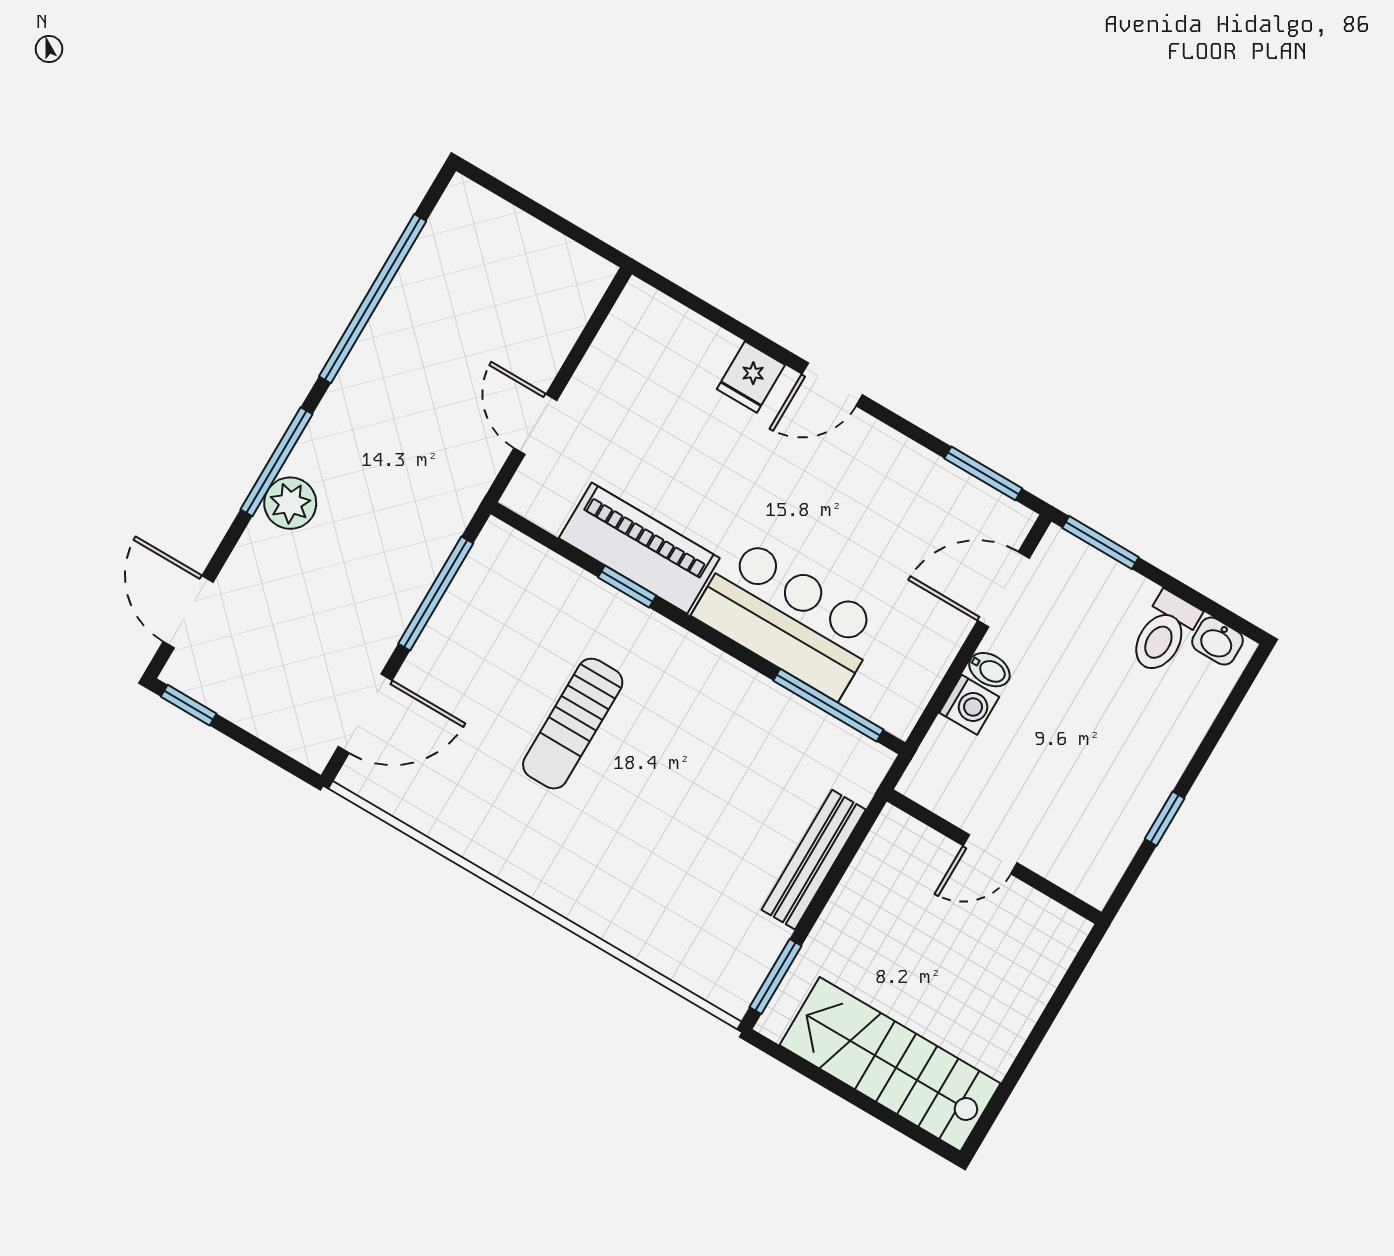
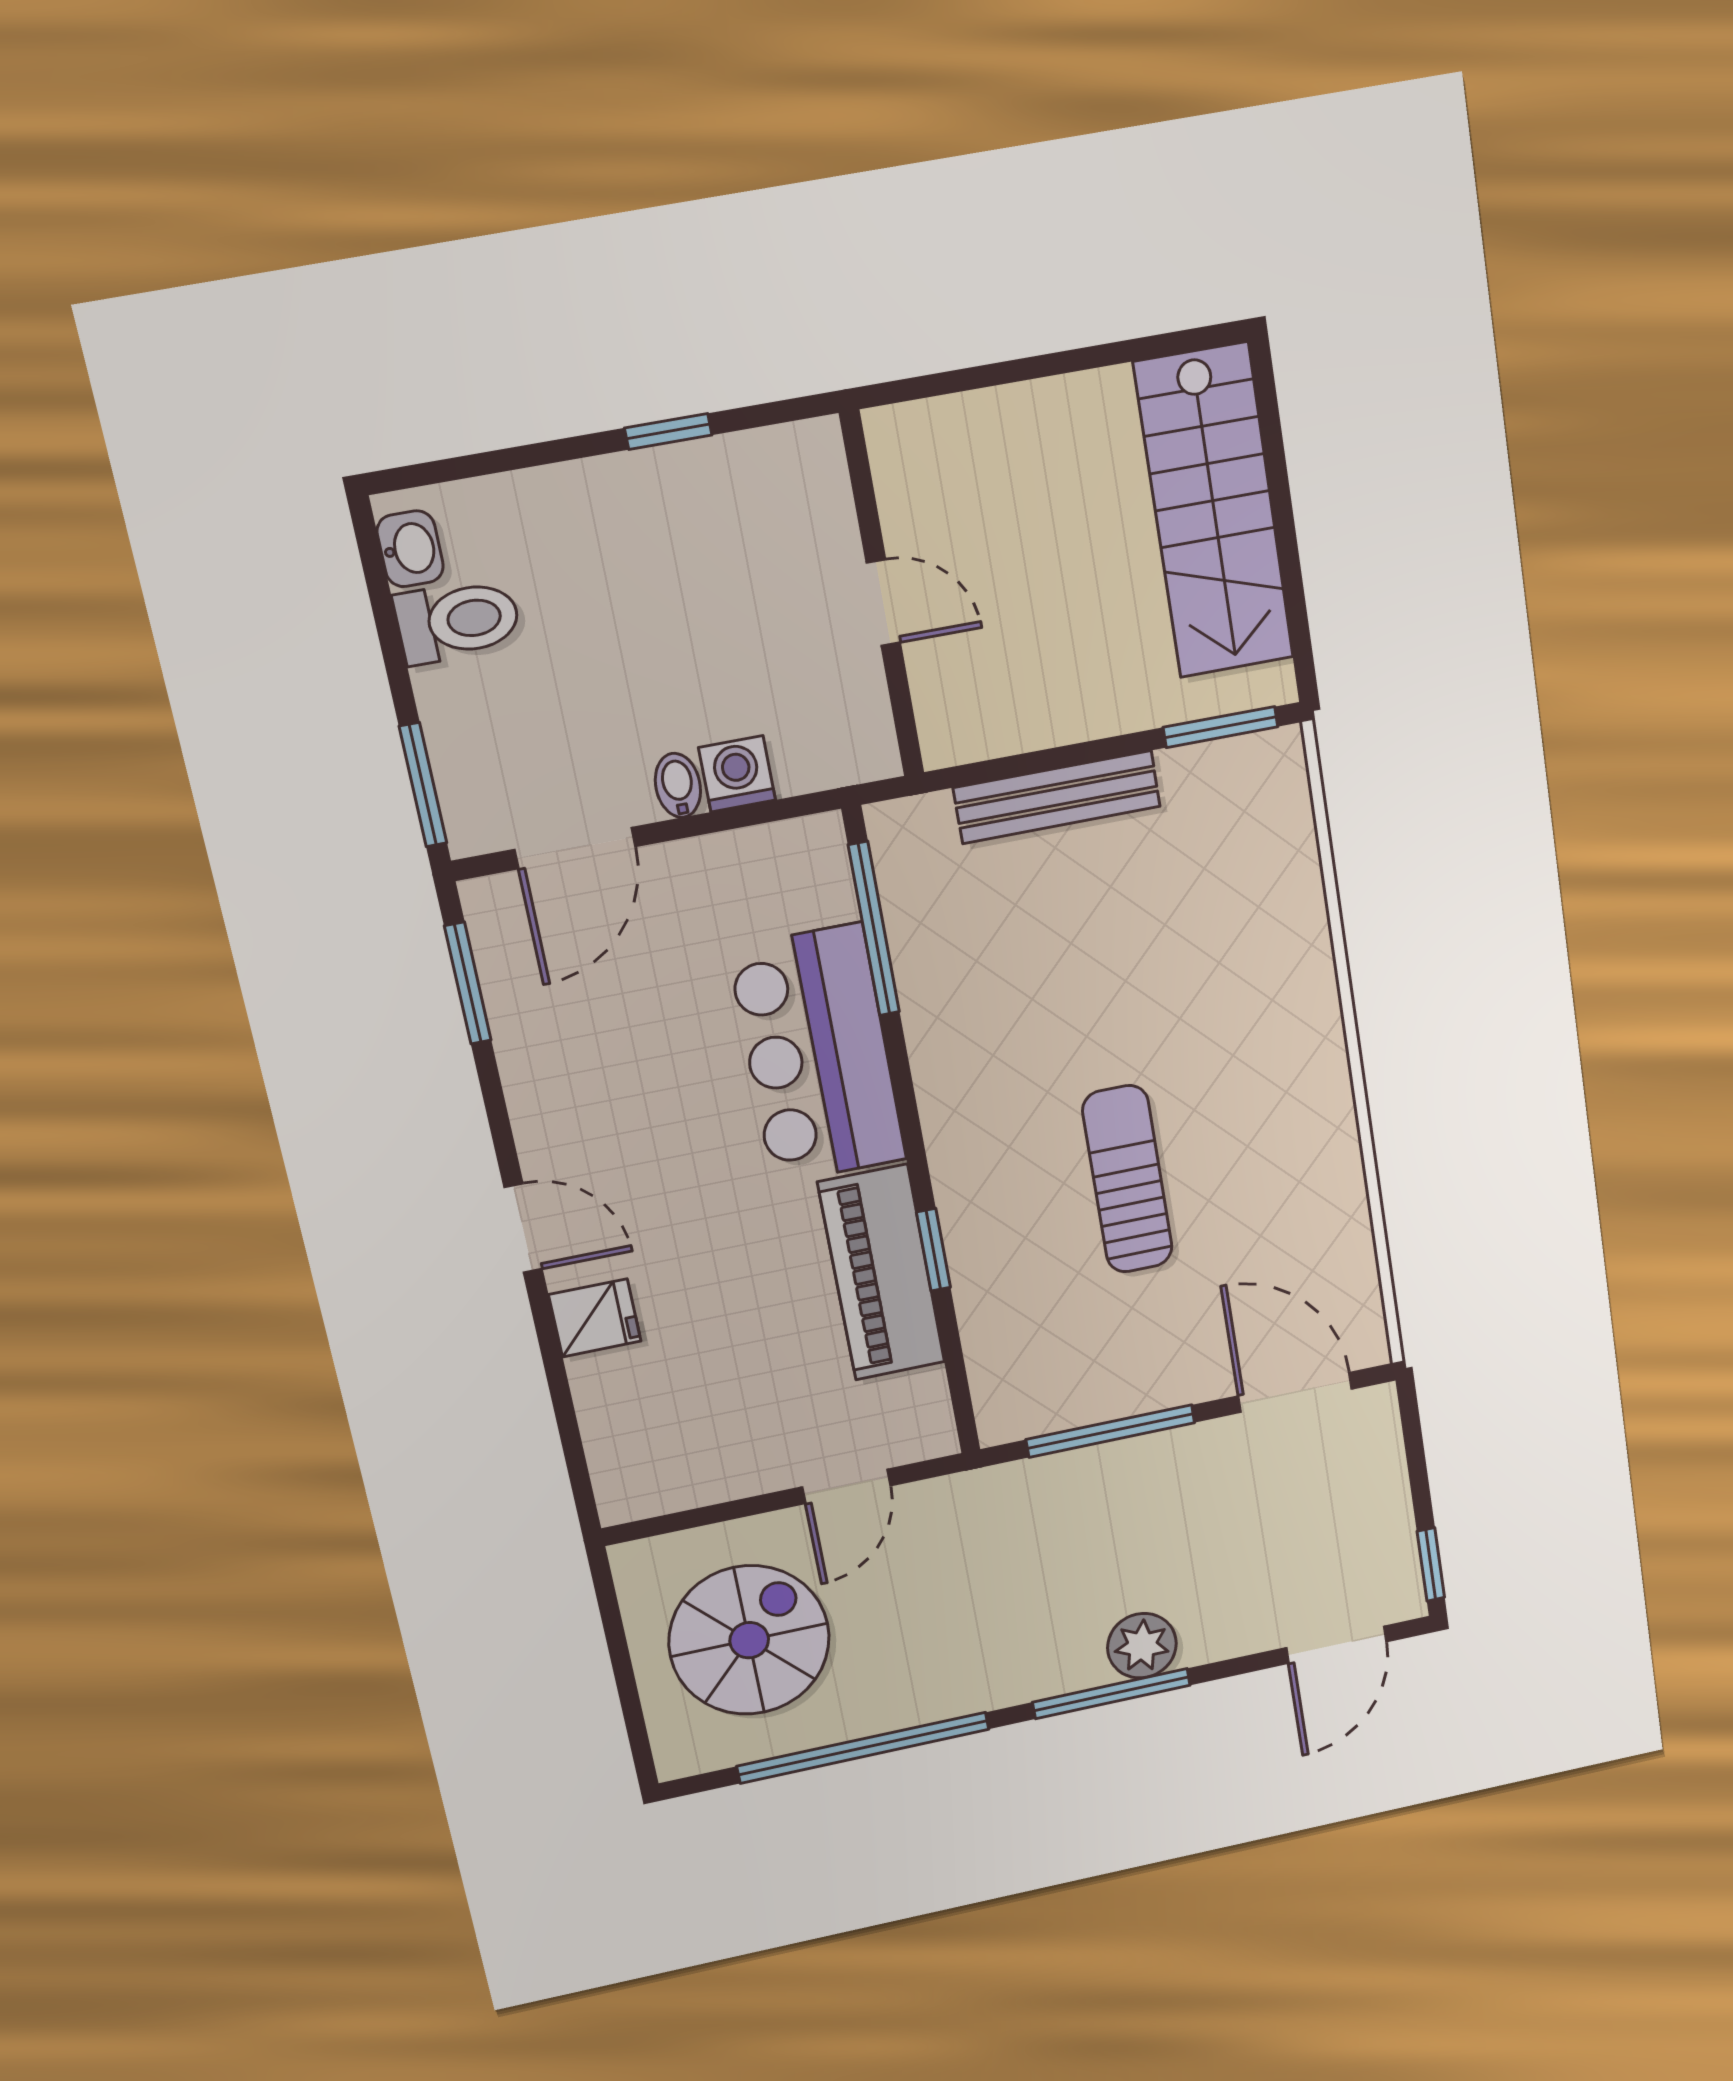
spiral stairs: (495, 294) -> (749, 1640), added
door: (1003, 589) -> (575, 848), hinge flipped
sun lounger: (573, 724) -> (1127, 1179), turned -90

